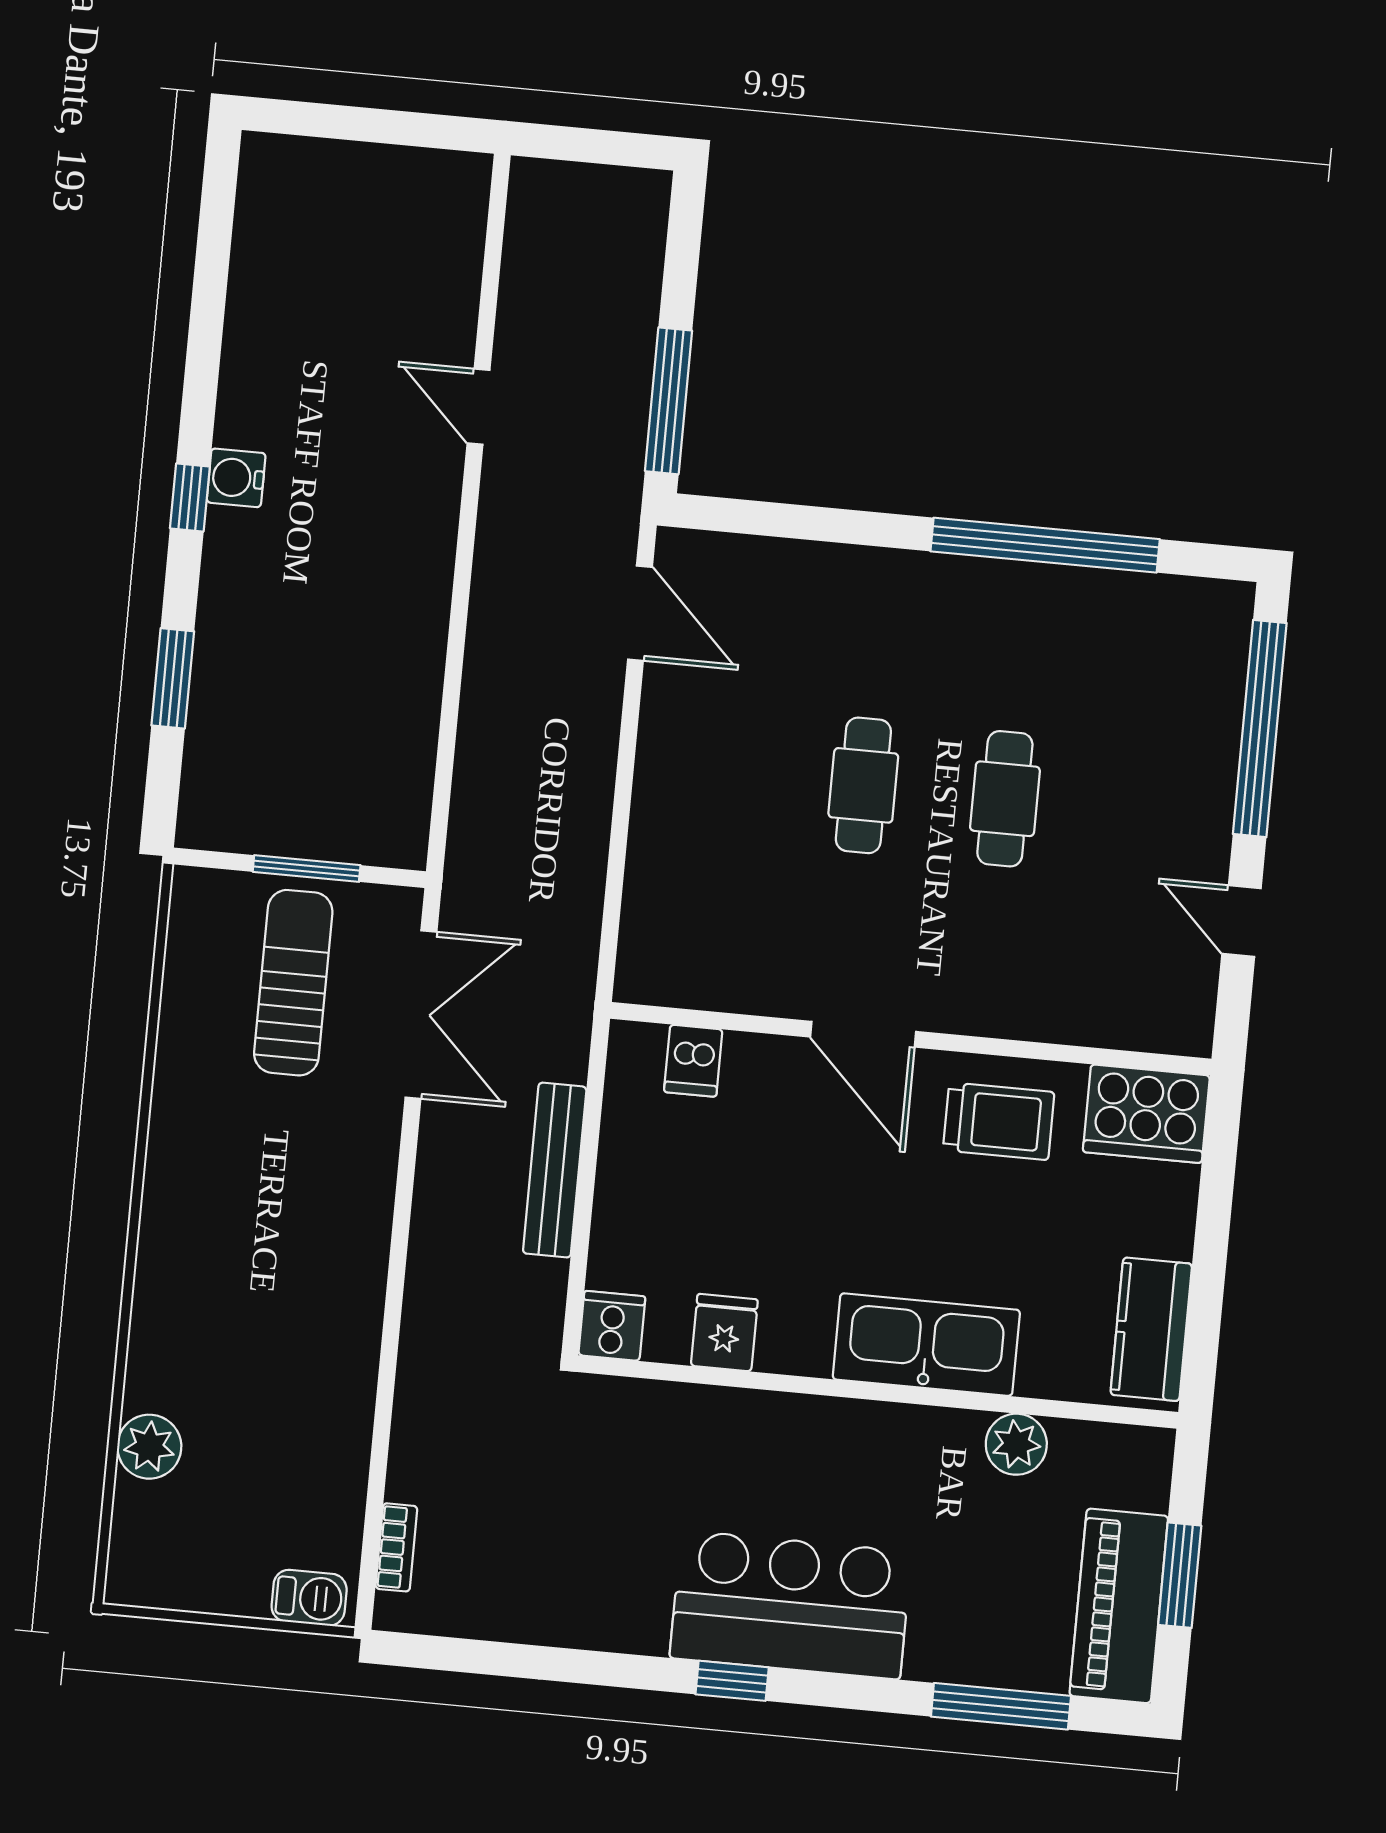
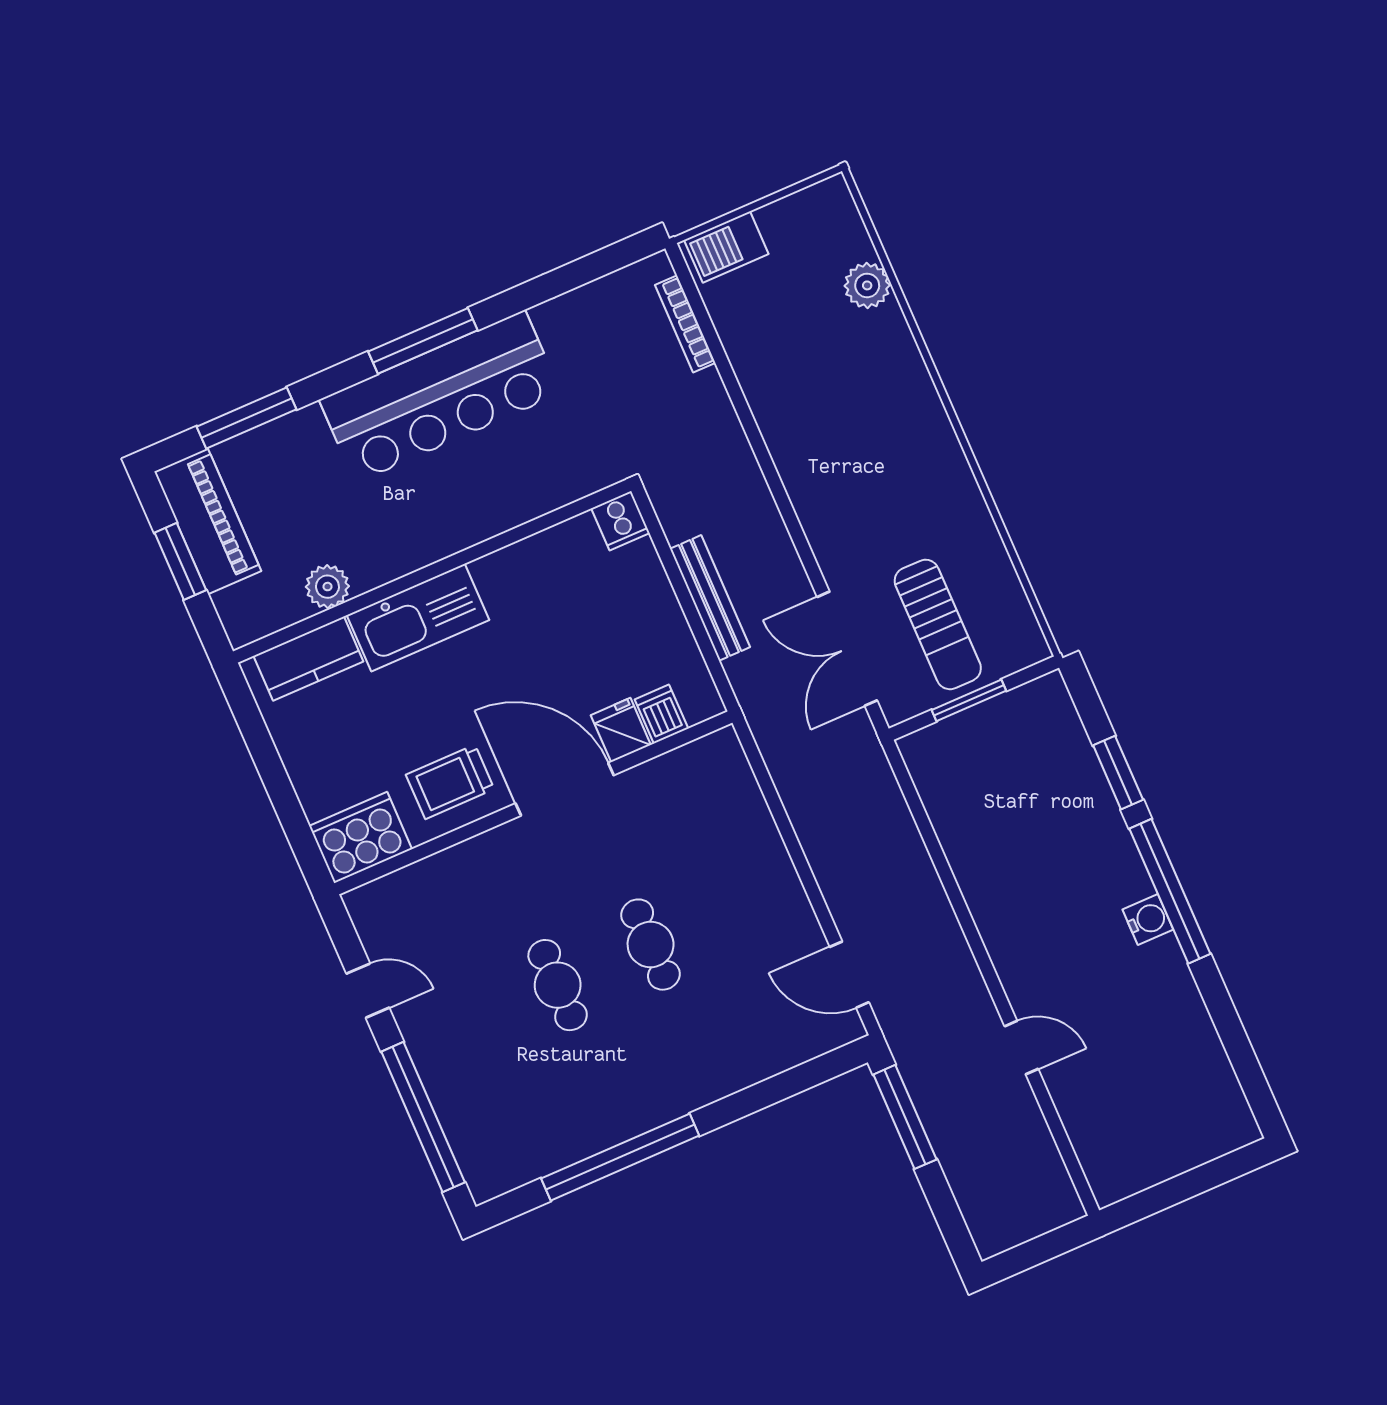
window: (190, 497) -> (1170, 891), width x3.17
door: (863, 1034) -> (565, 789), width x1.36
kitchen counter: (1151, 1329) -> (308, 659), moved, turned 90
fridge: (724, 1333) -> (621, 730), moved, turned 180
bookcase: (396, 1547) -> (685, 324), width x1.56
barbecue: (309, 1598) -> (726, 247), width x1.38, depth x1.27
bar counter: (791, 1605) -> (440, 397), width x1.36
window: (732, 1681) -> (423, 341), width x2.17

